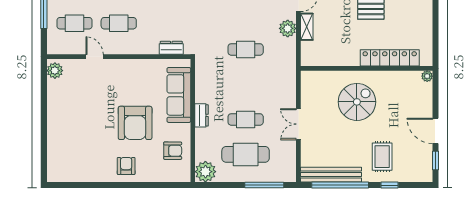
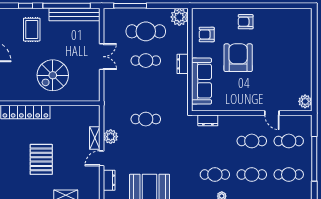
armchair: (126, 166) -> (246, 22), turned 90

